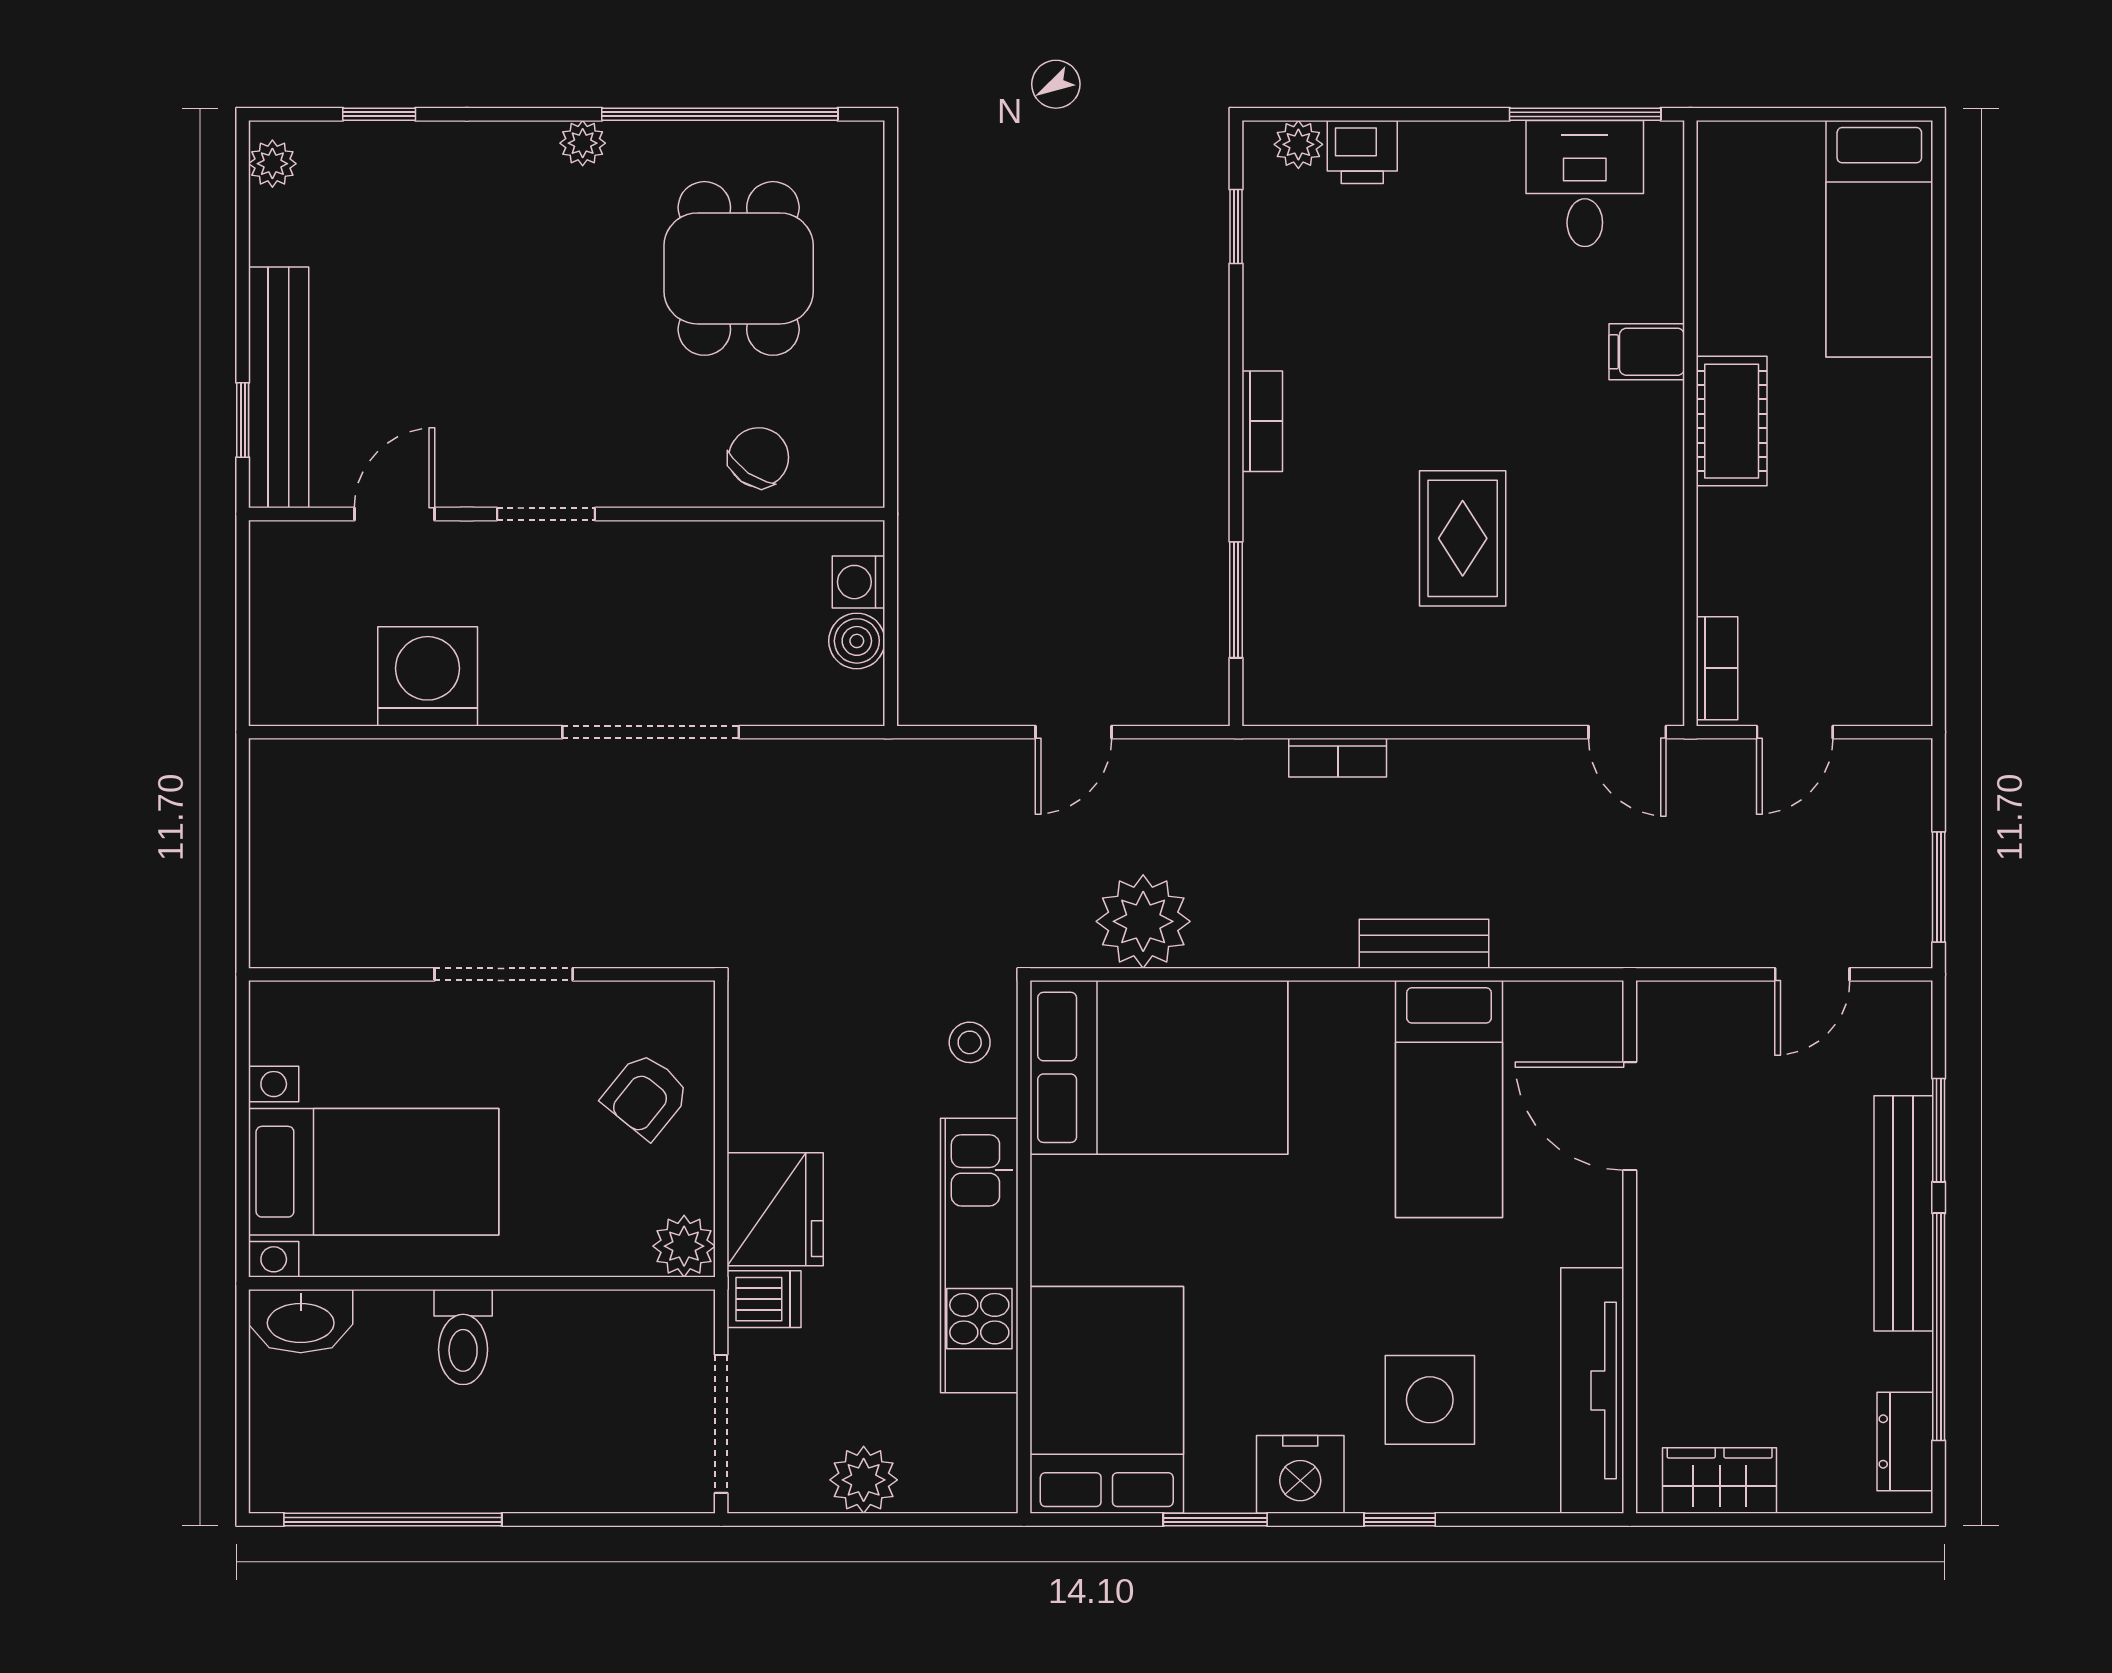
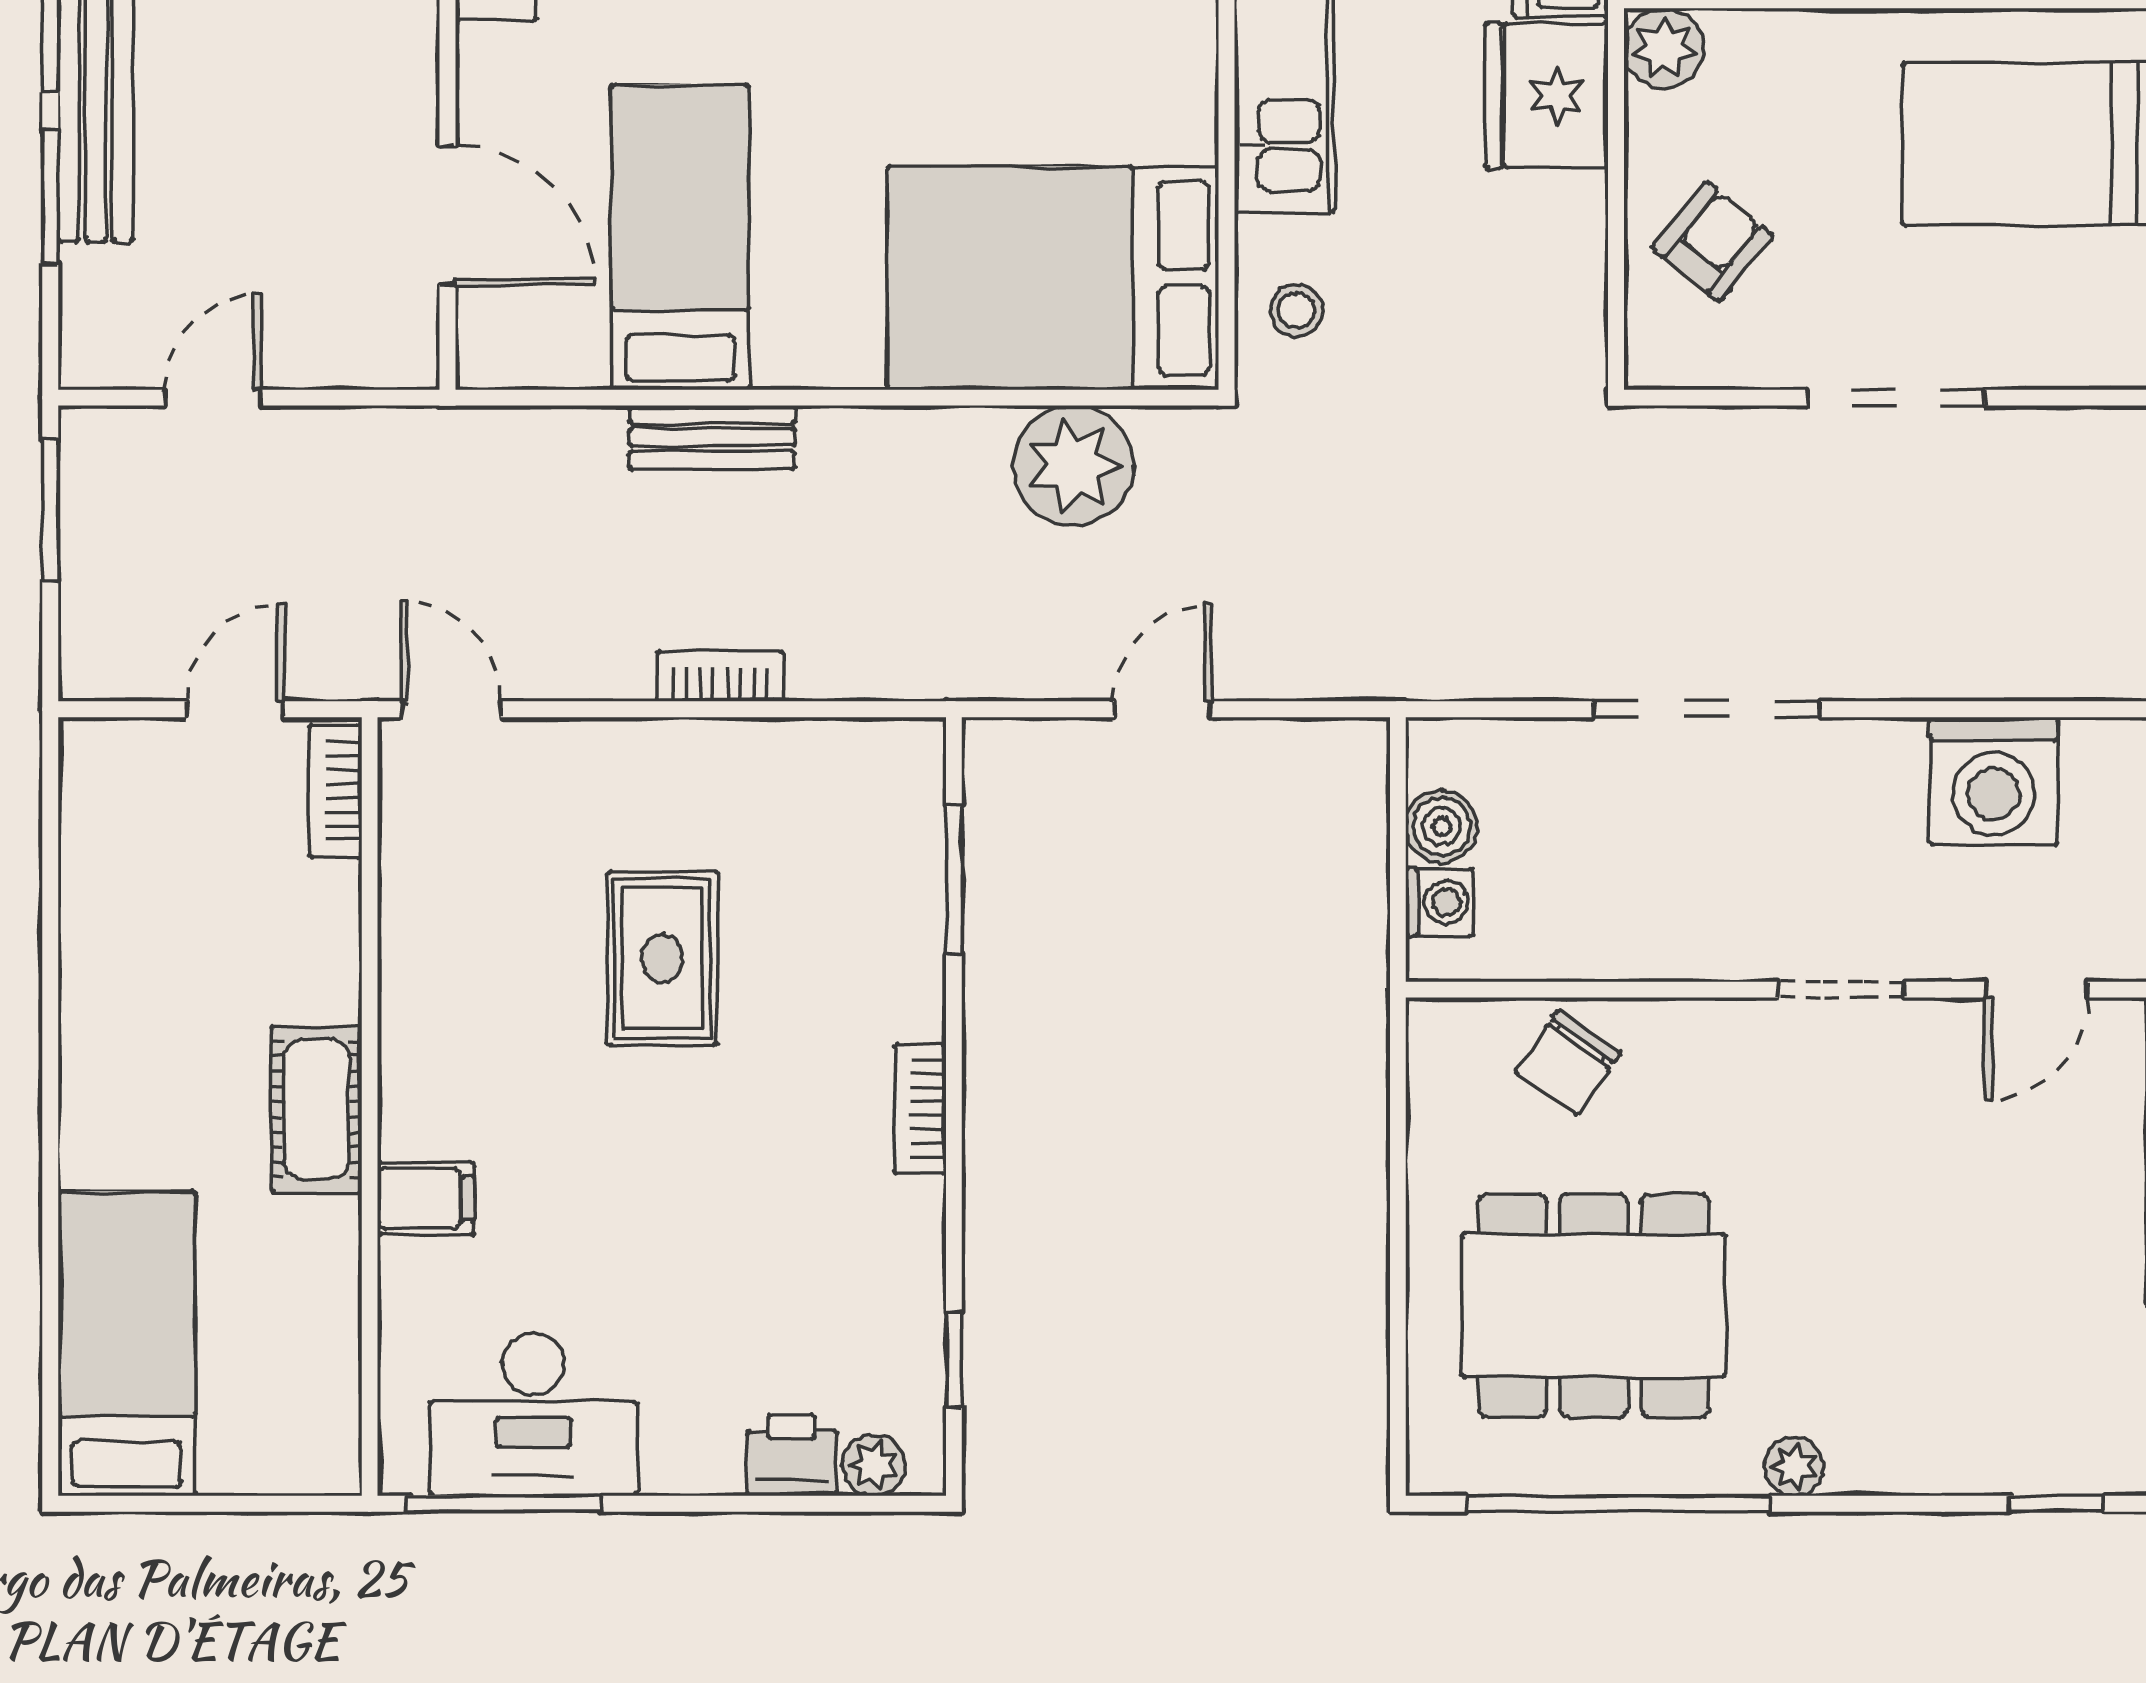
desk: (1585, 184) -> (533, 1415), width x1.37
dining table: (739, 268) -> (1594, 1305), width x1.37
bookcase: (1338, 758) -> (720, 676), moved

